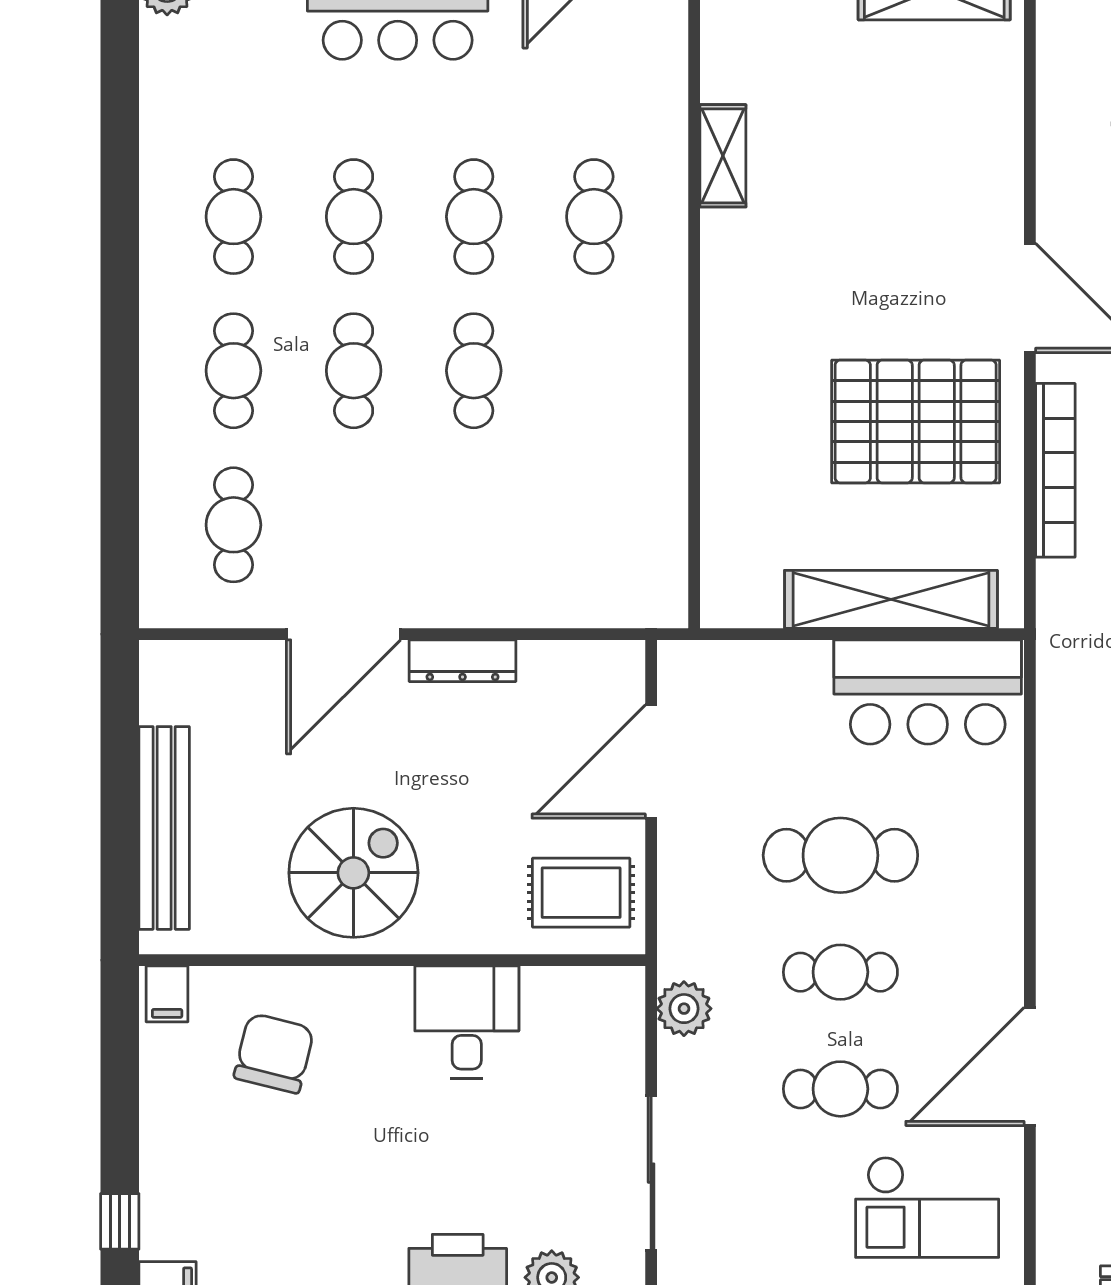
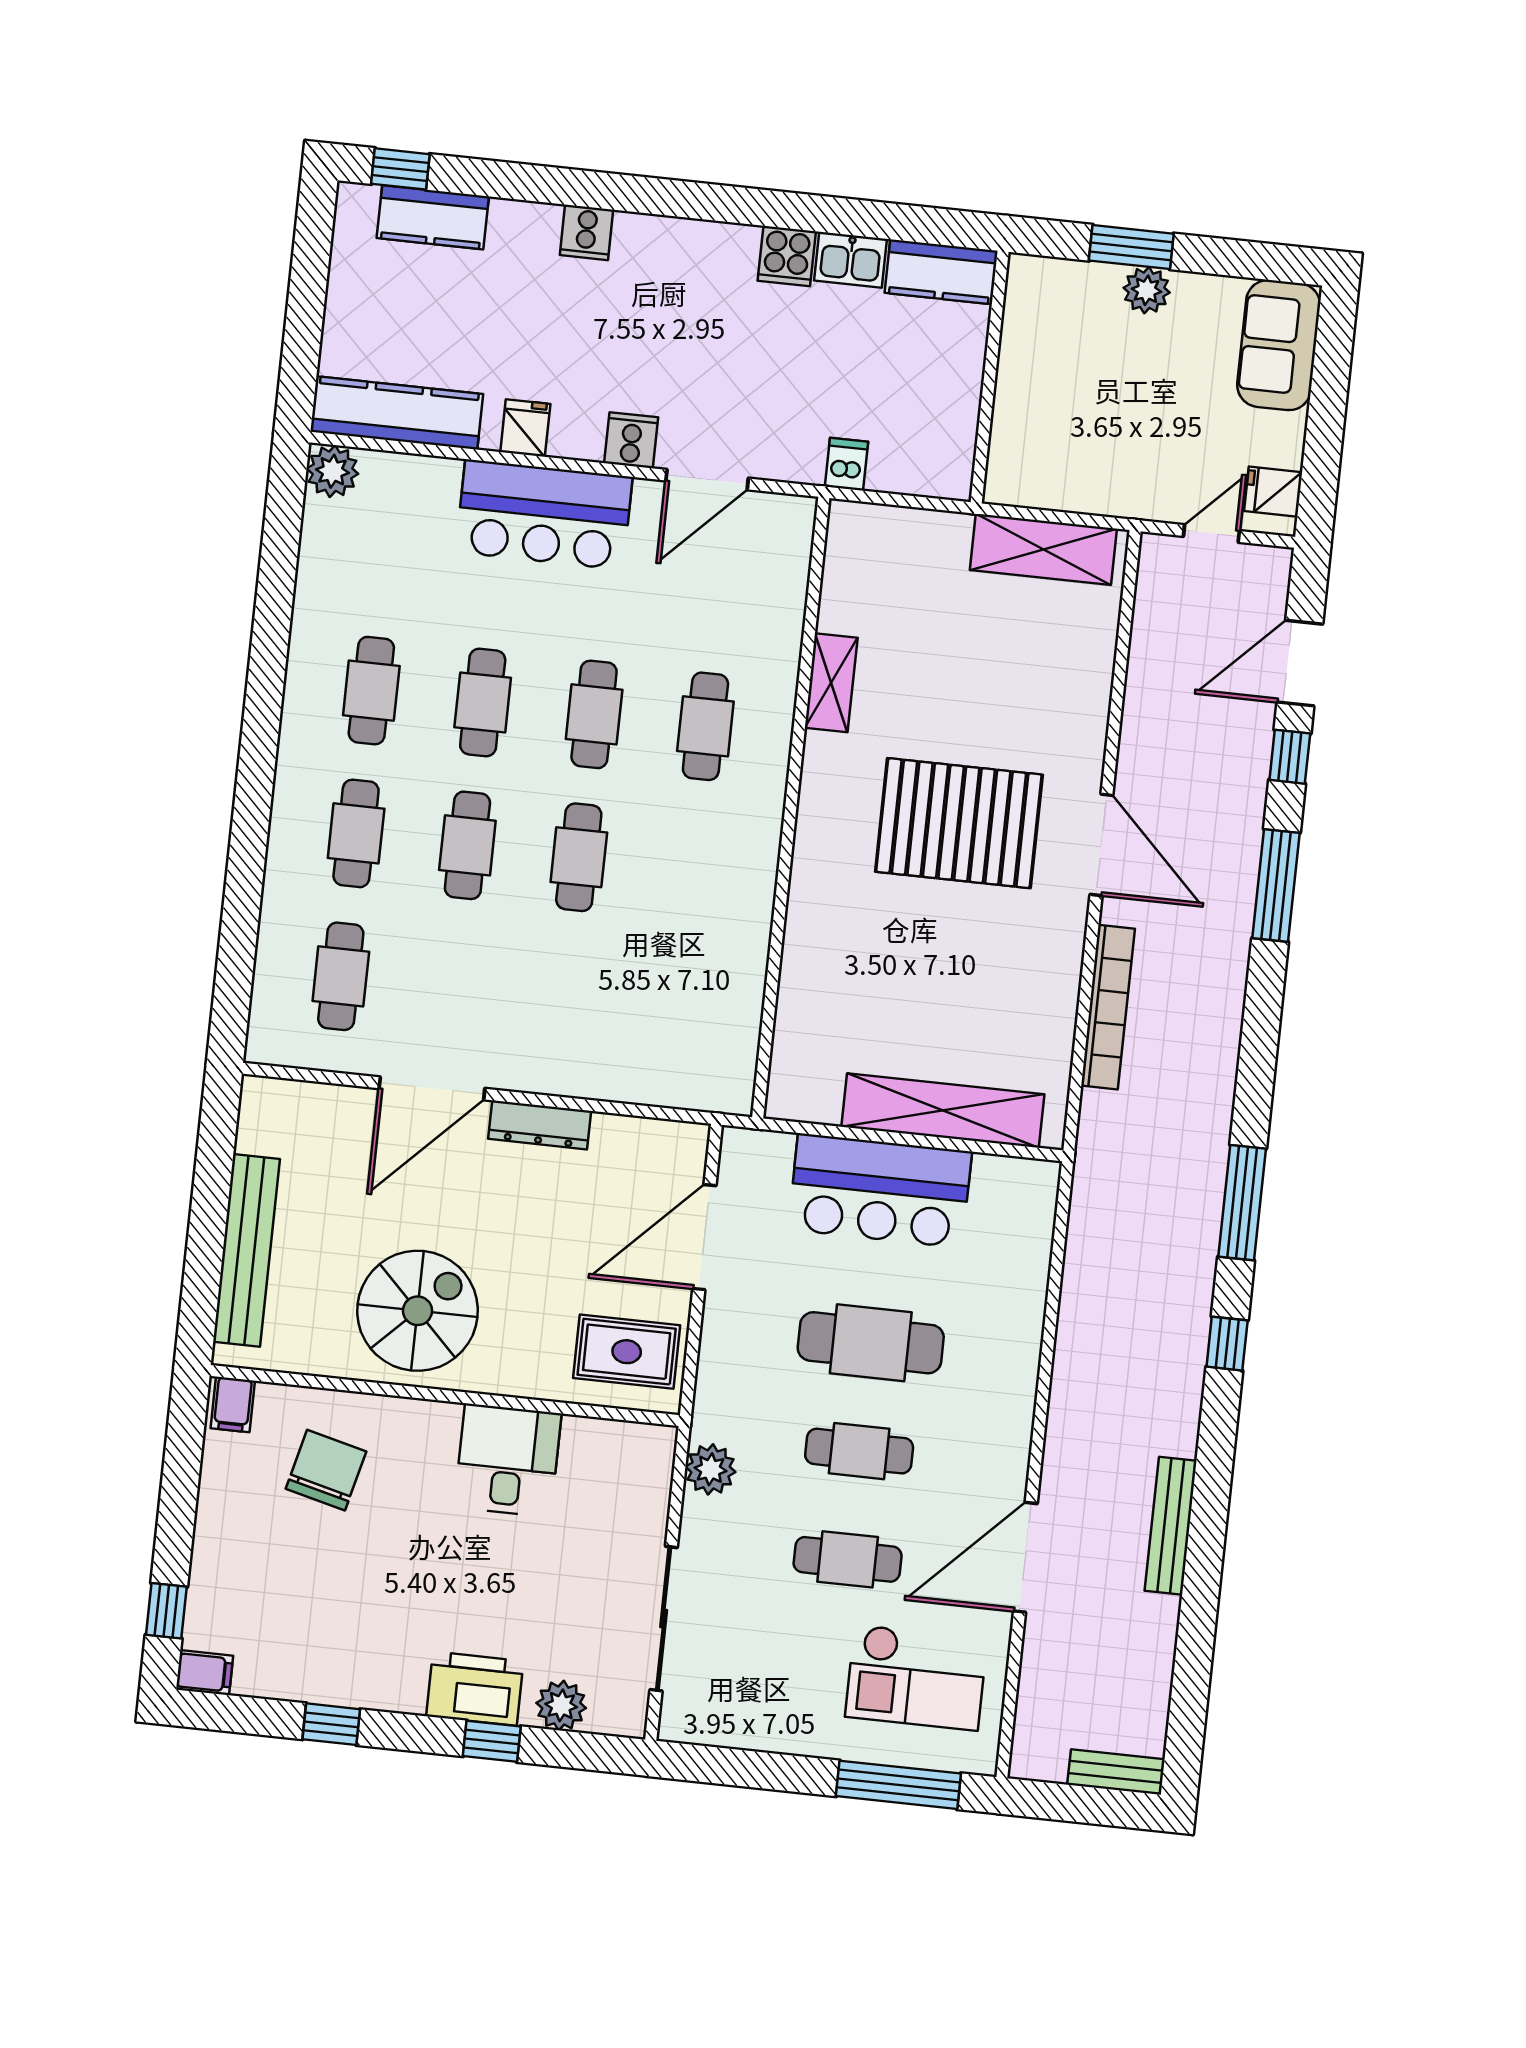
pallet: (916, 421) -> (959, 823), moved
bar counter: (928, 692) -> (880, 1191), moved

